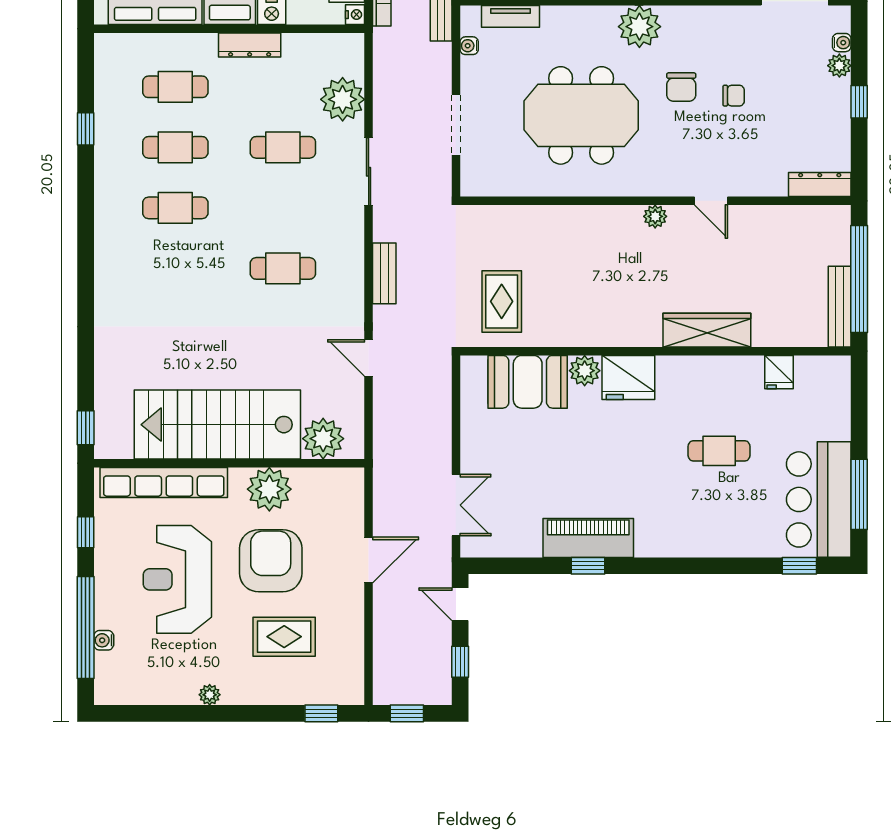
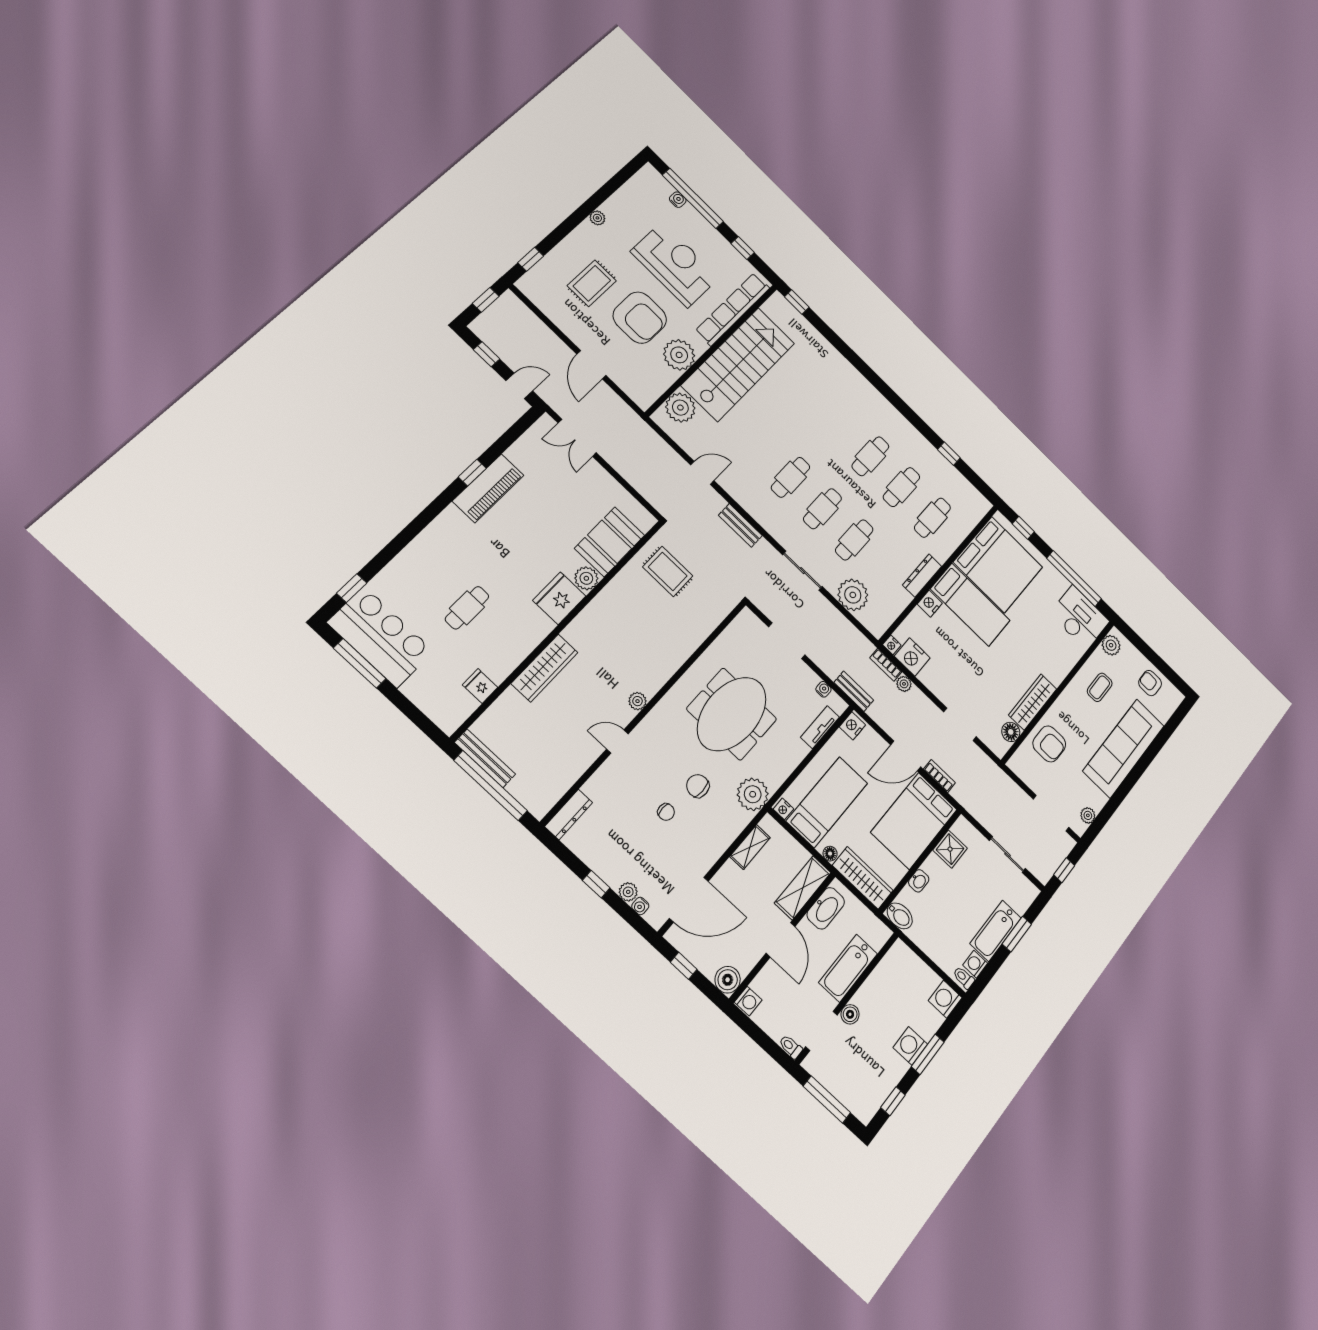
chair: (734, 96) -> (666, 812), turned -90
cafe table: (283, 208) -> (822, 509), added

